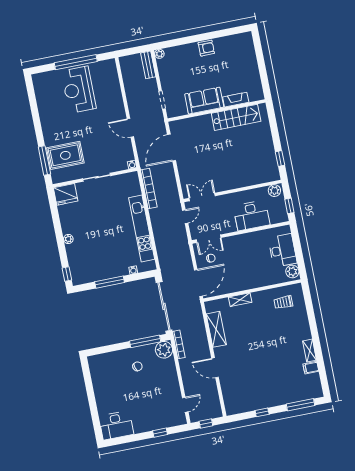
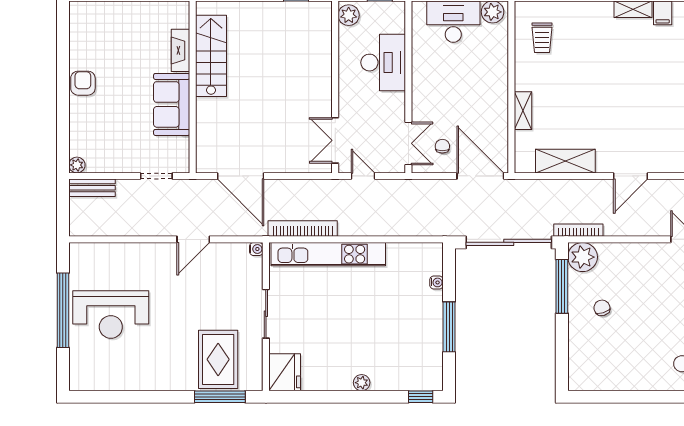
kitchen unit: (142, 228) -> (328, 254), moved

